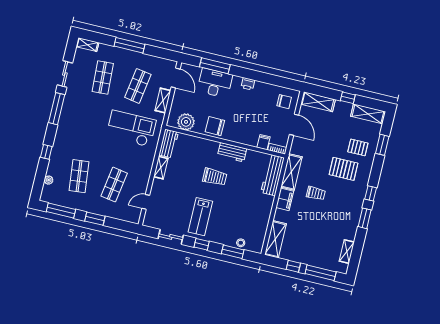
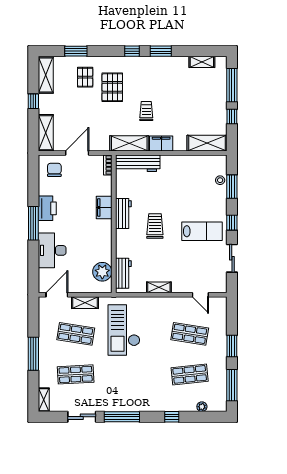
window: (215, 66) -> (33, 223), moved
printer: (248, 84) -> (47, 208), width x1.87, depth x1.48
chair: (215, 126) -> (99, 239), removed
filing cabinet: (263, 142) -> (104, 207), moved, width x2.00
workbench: (169, 144) -> (123, 273), moved, turned 90

